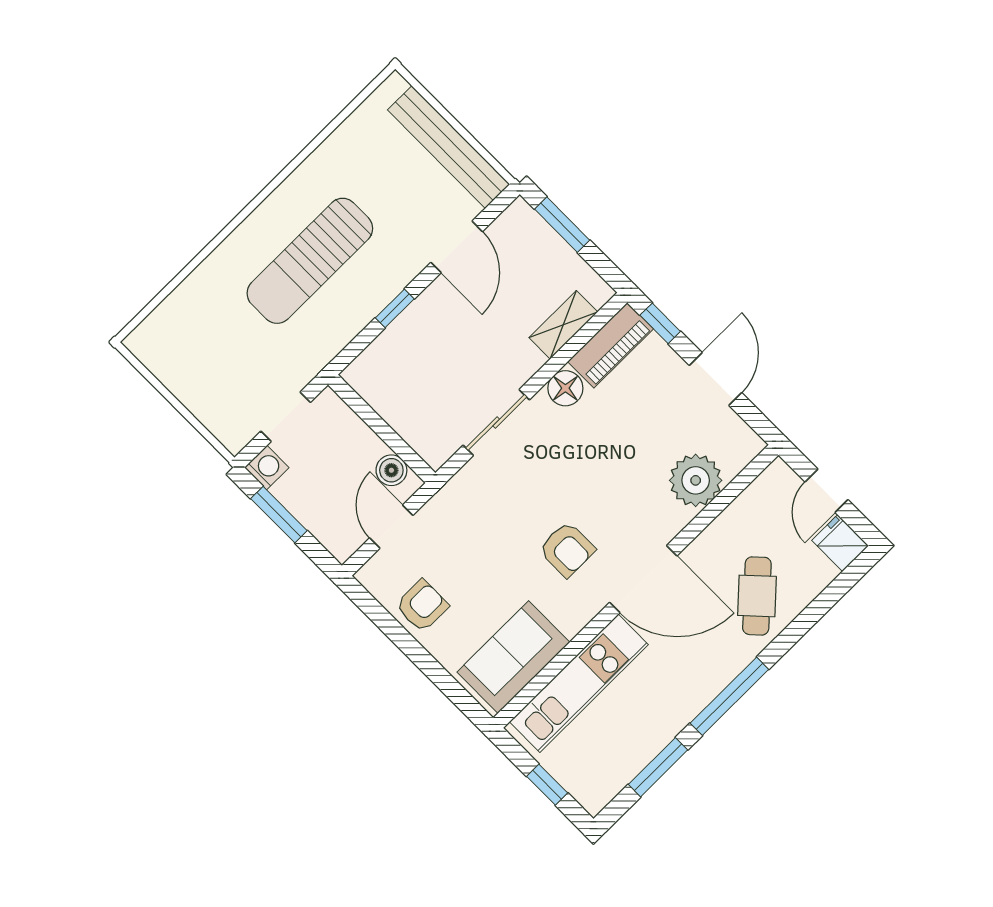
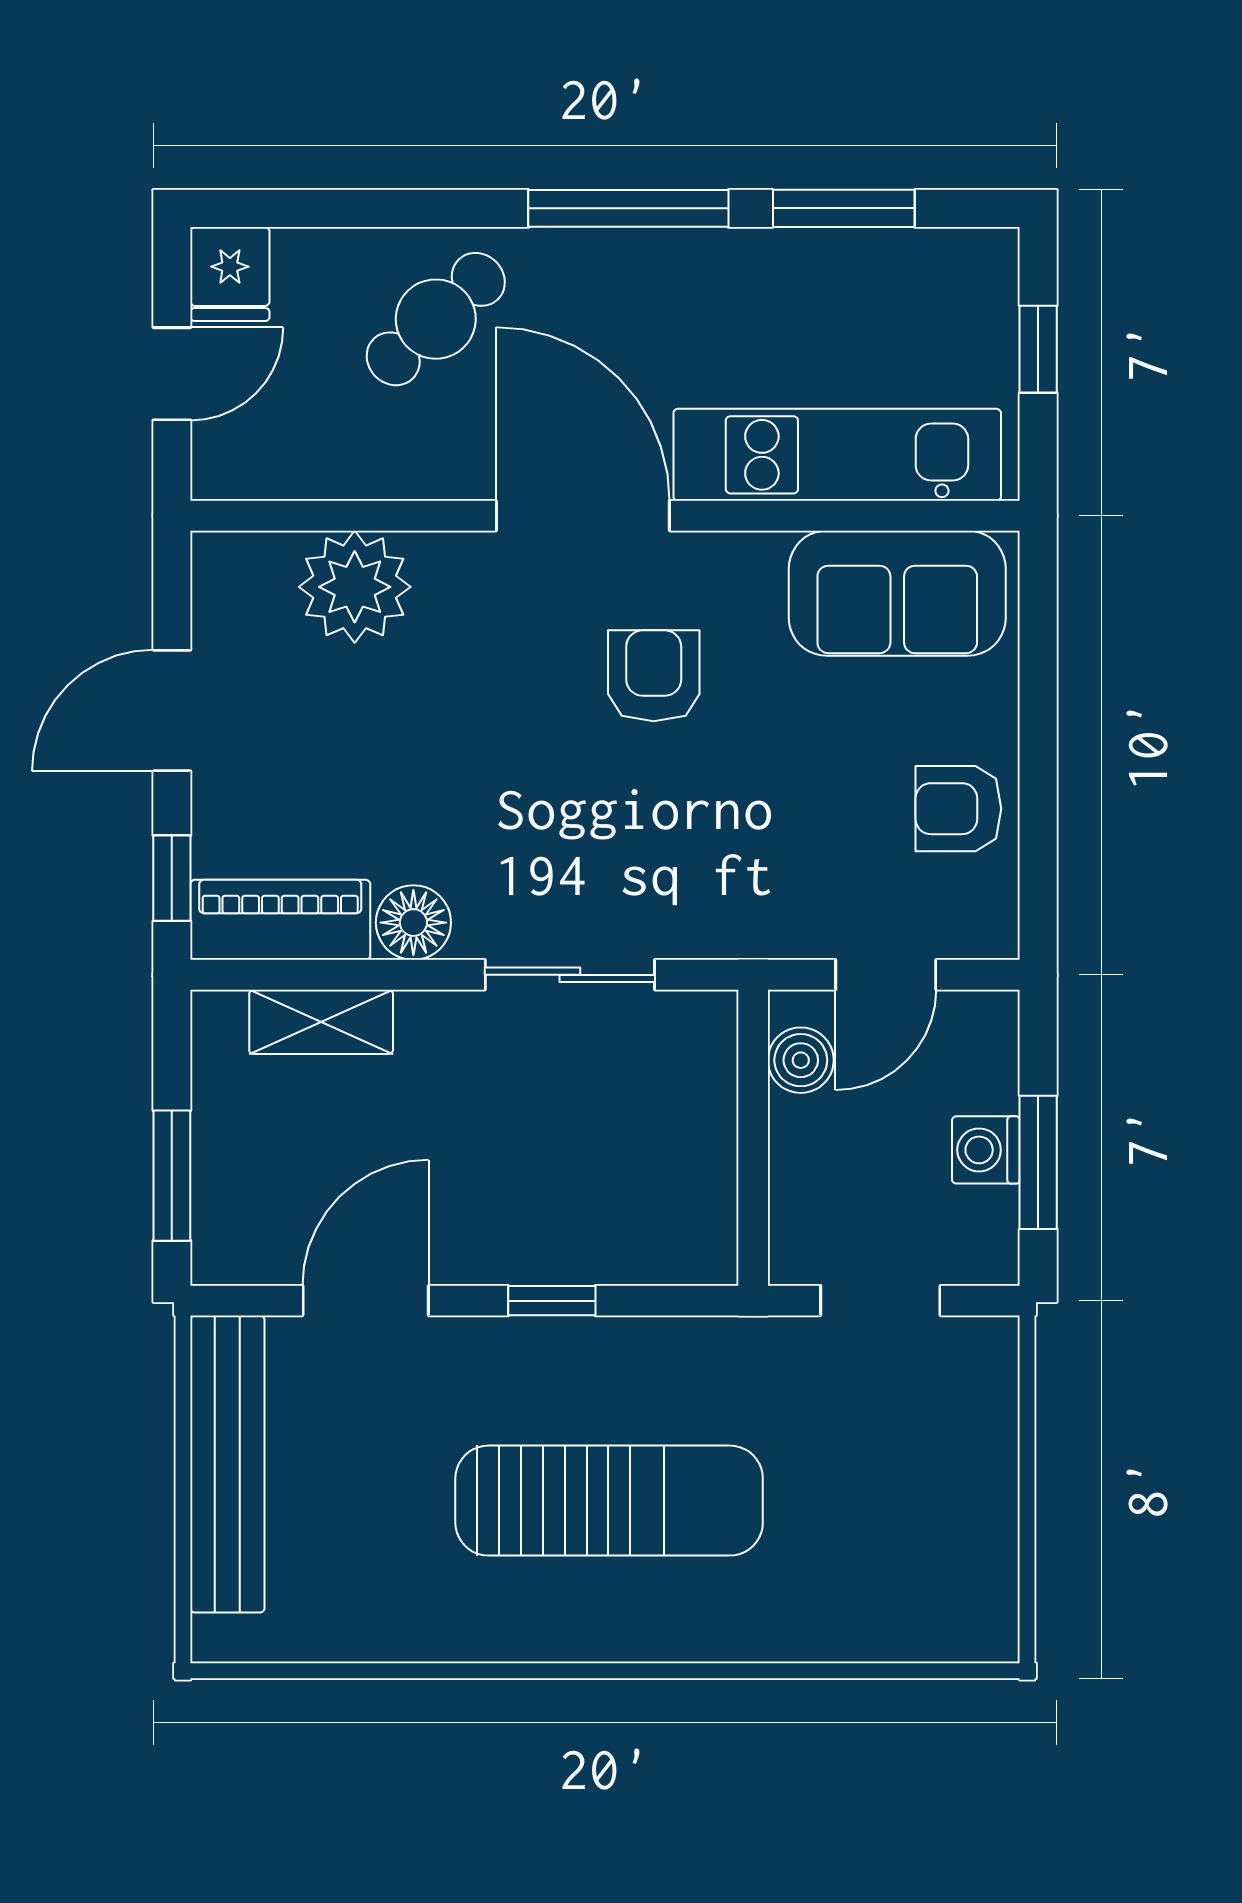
washing machine: (267, 468) -> (986, 1150), moved

